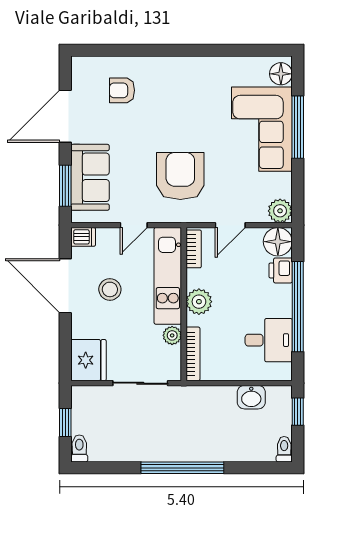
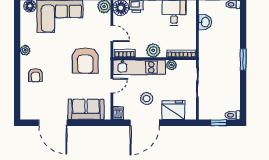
plant: (199, 65) -> (25, 50), added
armchair: (122, 90) -> (35, 75), moved
armchair: (180, 176) -> (85, 60), turned -90
window: (65, 186) -> (91, 123), removed
door: (134, 225) -> (112, 86), hinge flipped
fridge: (88, 360) -> (173, 110), moved
window: (182, 468) -> (243, 59), width x0.47

